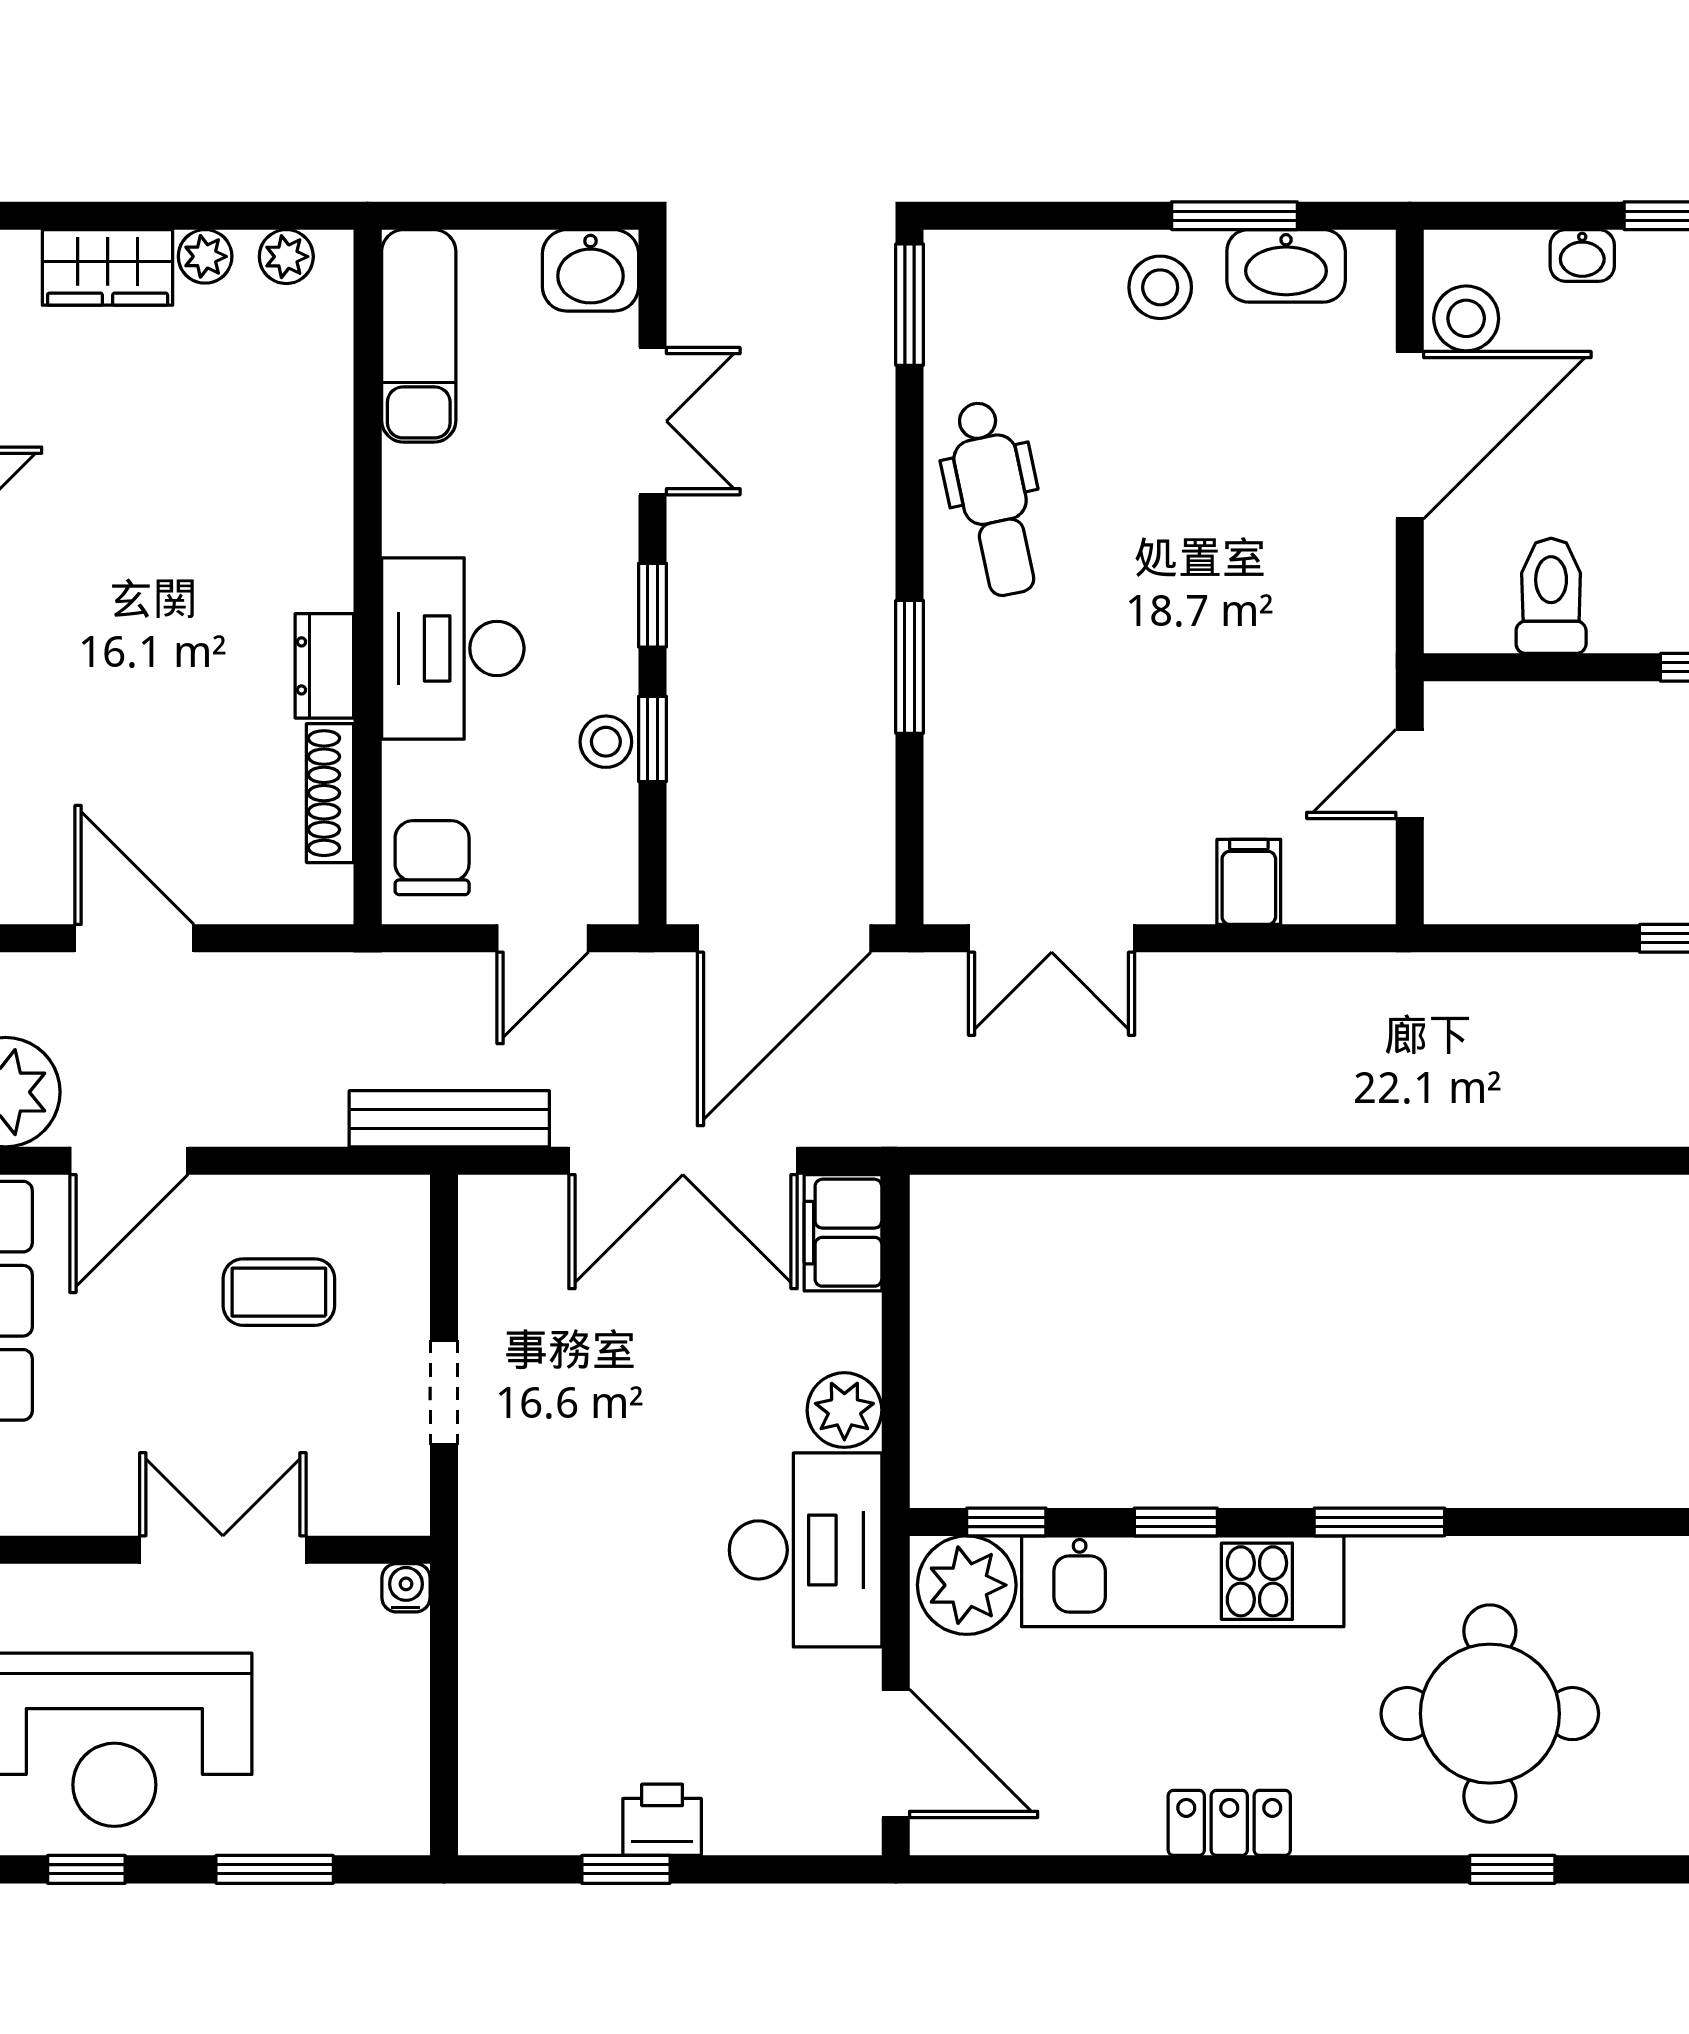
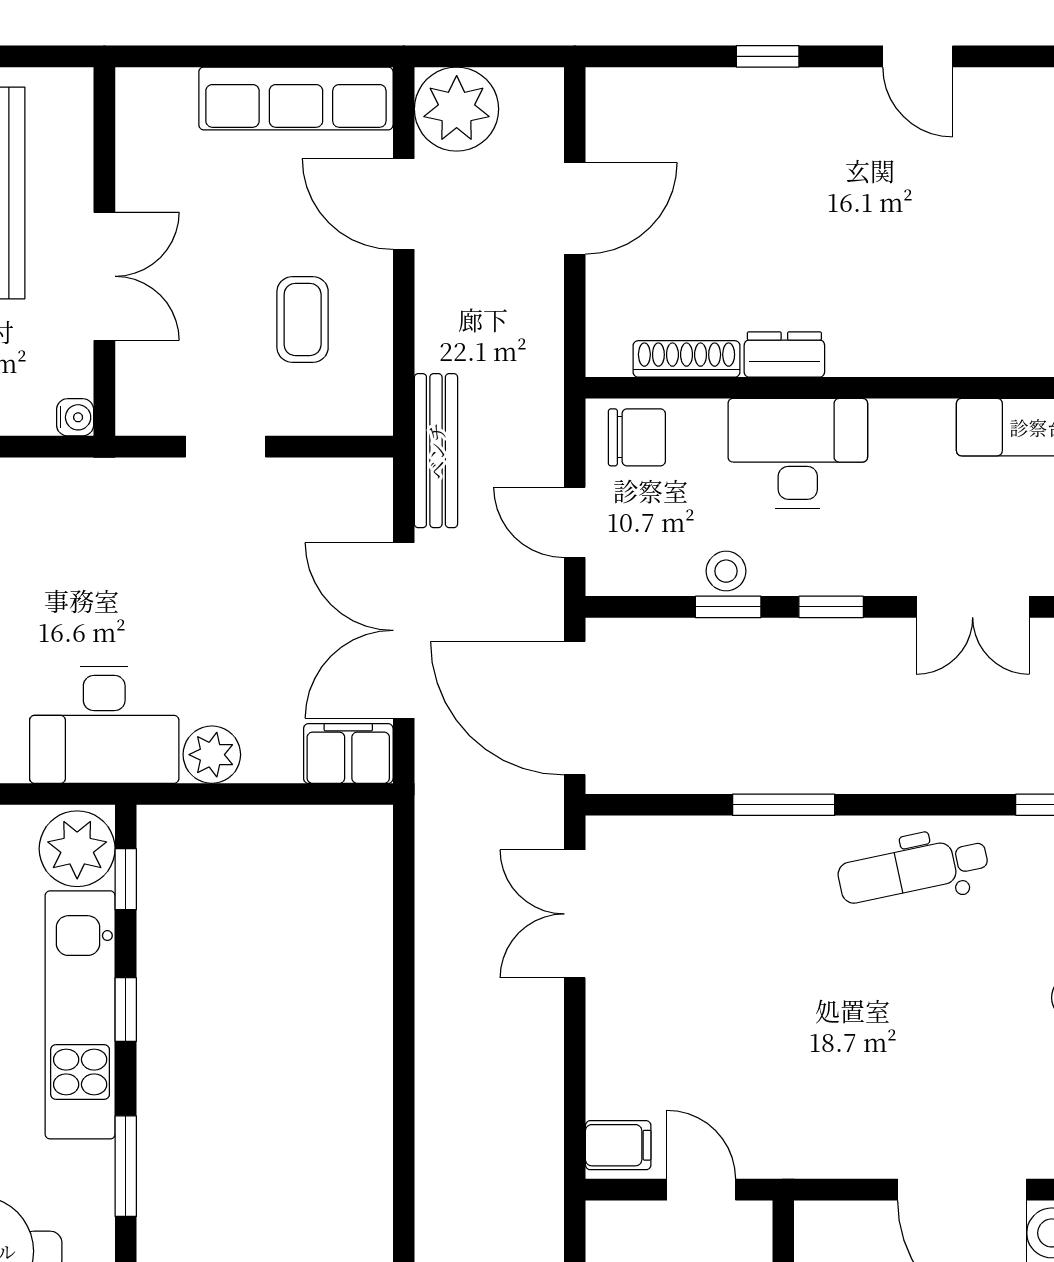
filing cabinet: (1249, 882) -> (618, 1145), moved

